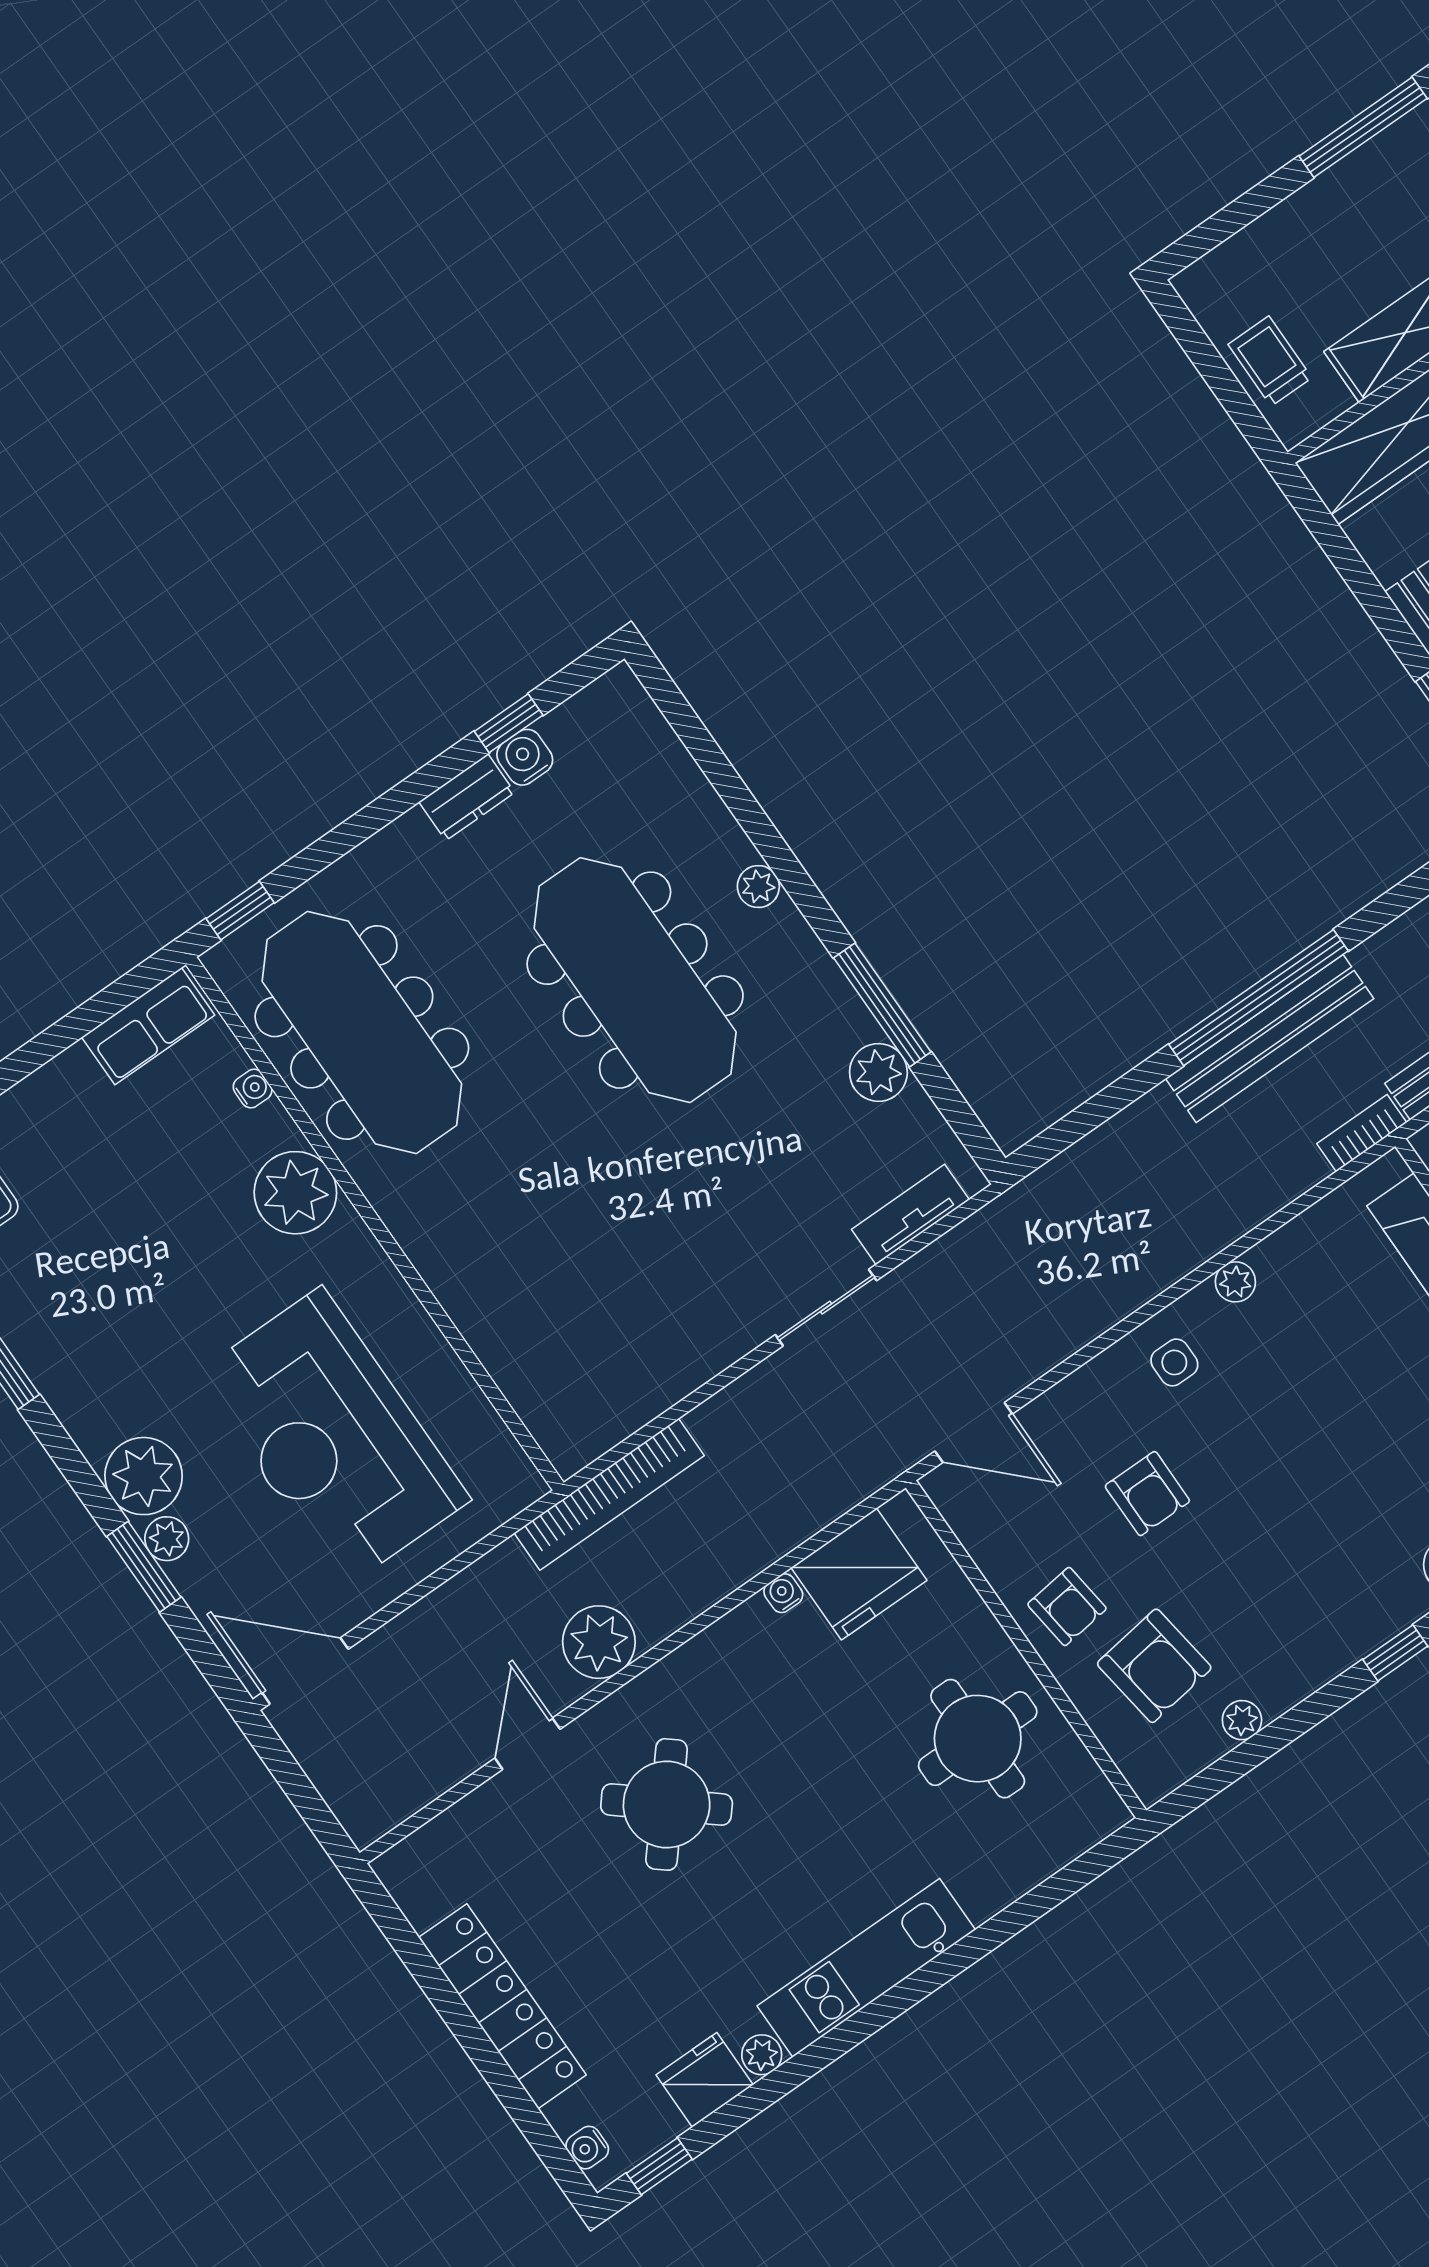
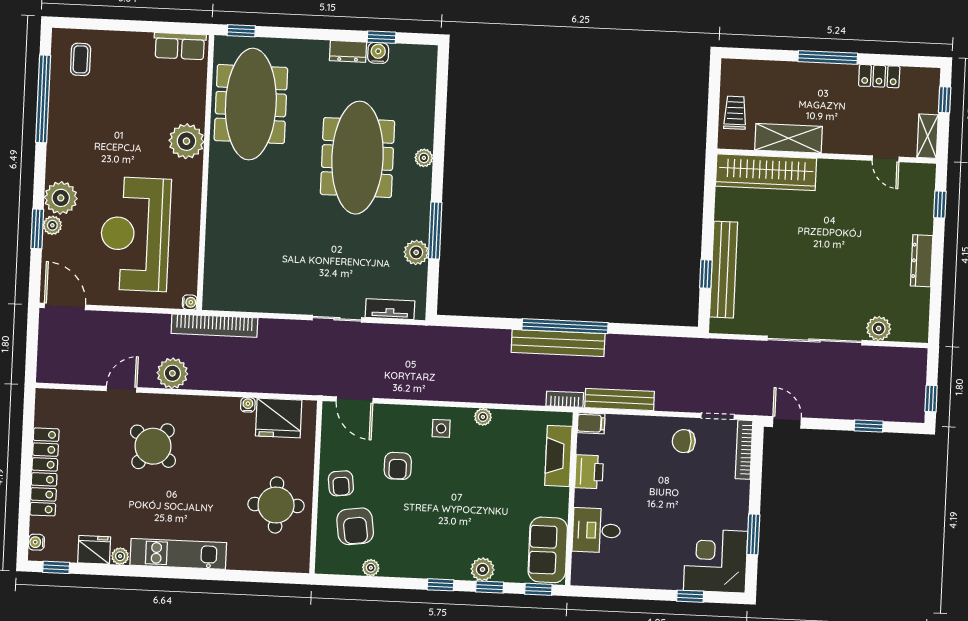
water cooler: (253, 1088) -> (190, 302), moved

